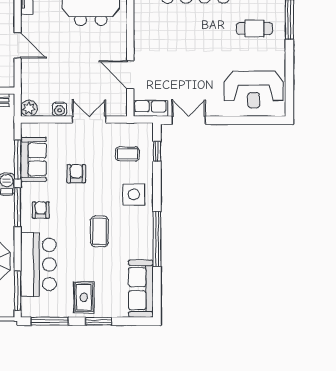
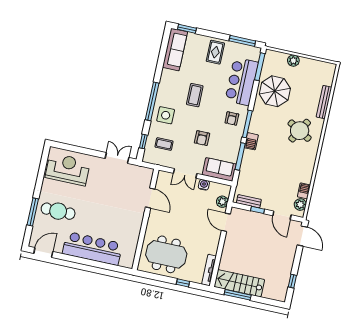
cafe table: (254, 28) -> (58, 211), width x1.37, depth x1.35
door: (18, 45) -> (226, 222), moved
plant: (29, 108) -> (222, 202), moved
row of seats: (150, 108) -> (141, 172), removed
double door: (189, 120) -> (117, 158), swing flipped
sofa: (33, 159) -> (219, 169), moved, turned 90
window: (157, 239) -> (152, 101), moved
window: (99, 321) -> (187, 29), moved

